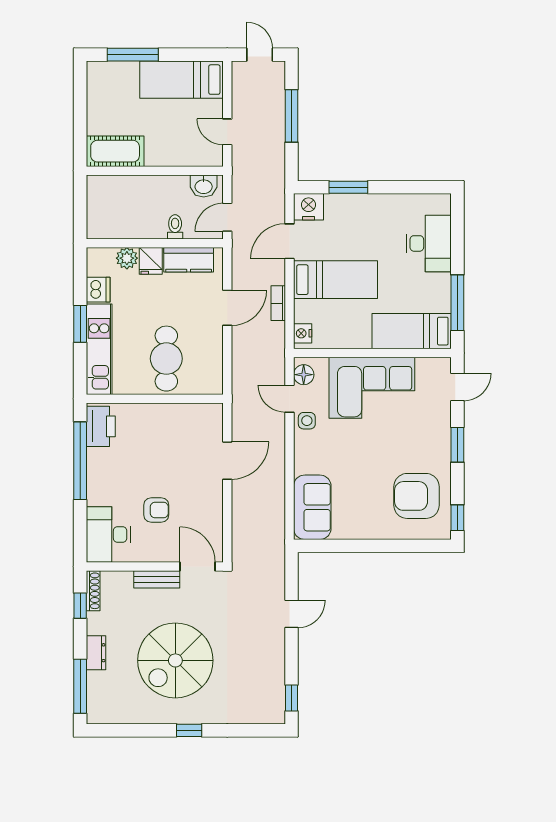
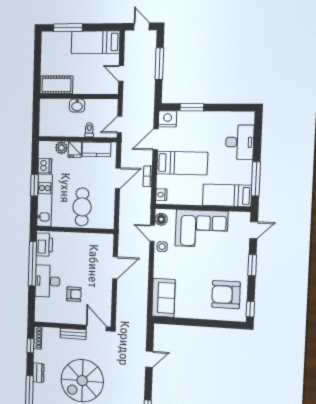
washbasin: (204, 186) -> (77, 106), moved
desk: (108, 534) -> (48, 281), moved

